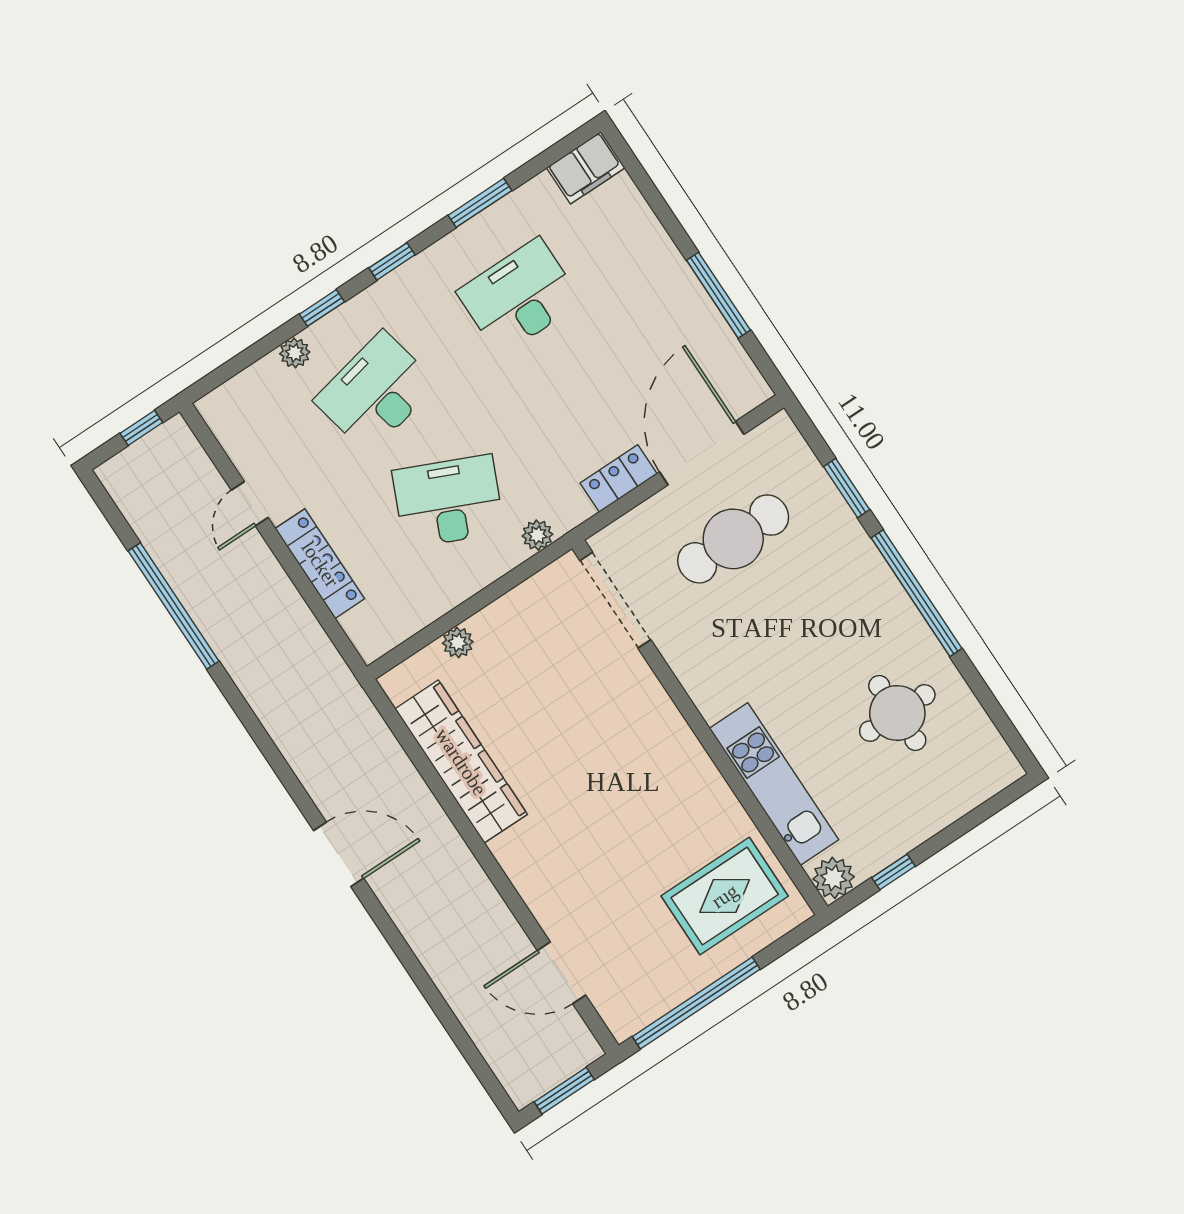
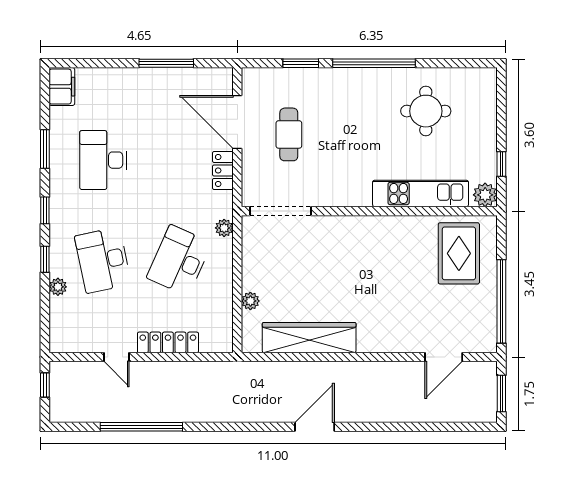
cafe table: (733, 539) -> (289, 134), width x0.73, depth x0.74

